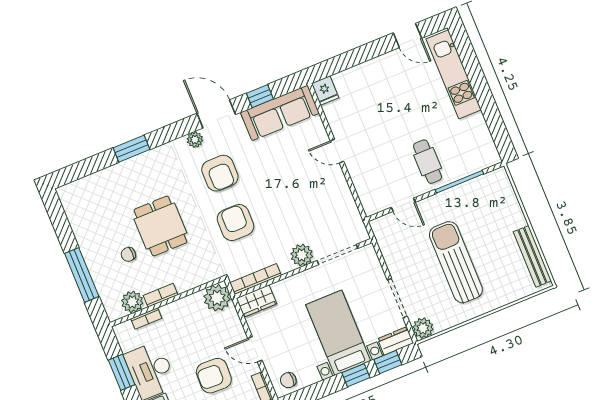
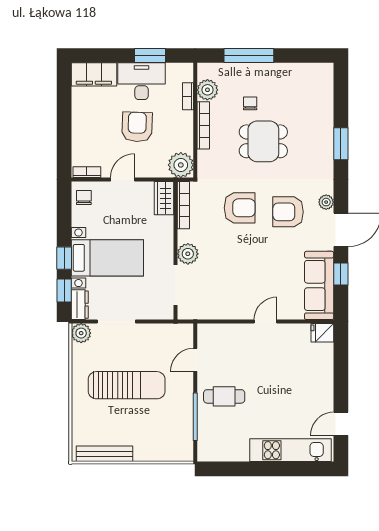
bookcase: (161, 295) -> (203, 125), width x1.56
armchair: (214, 376) -> (137, 127), moved

